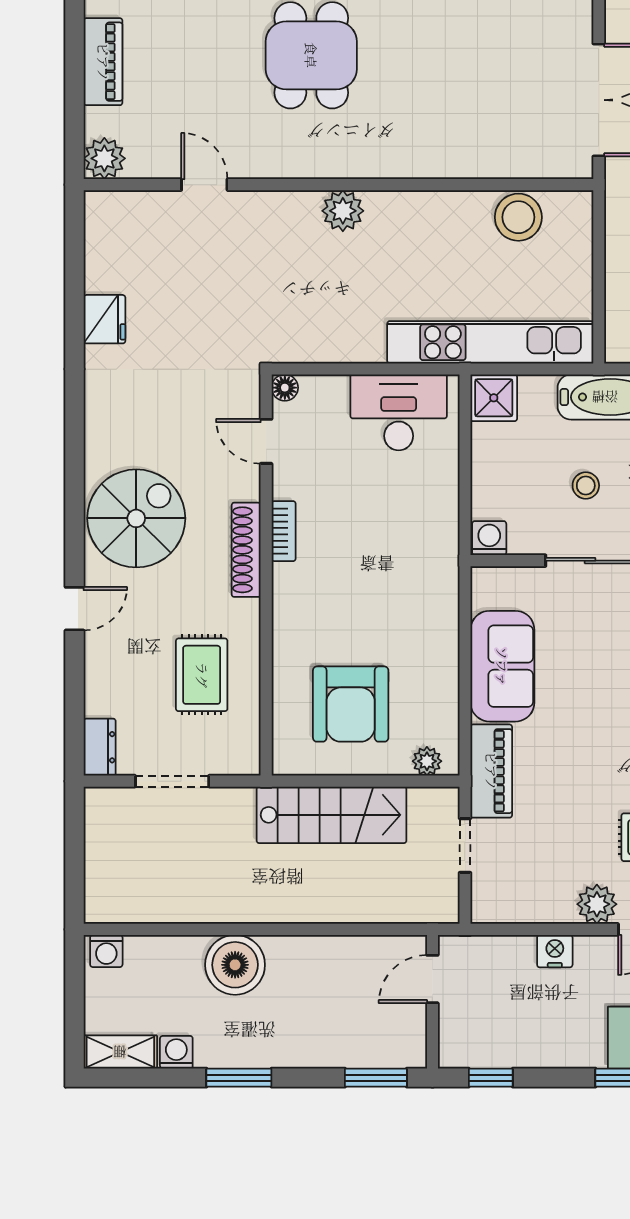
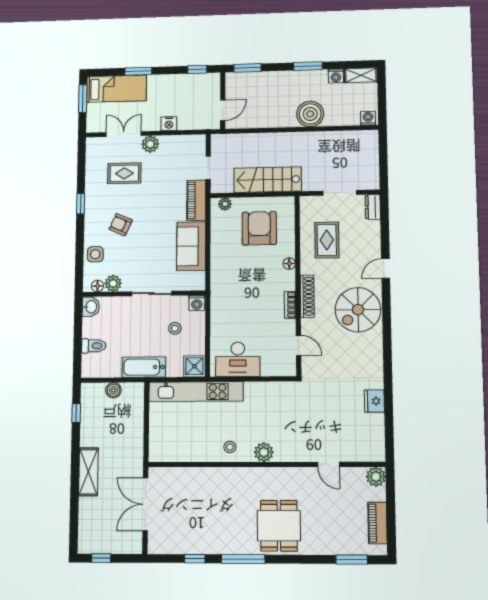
stool: (518, 217) -> (230, 447), moved, width x0.53, depth x0.53
floor lamp: (285, 388) -> (289, 264), moved
stool: (586, 486) -> (175, 328), moved

